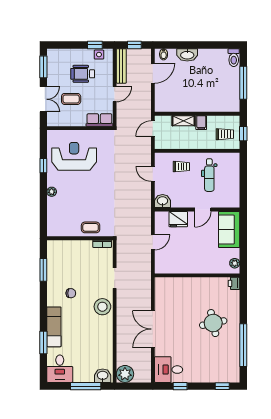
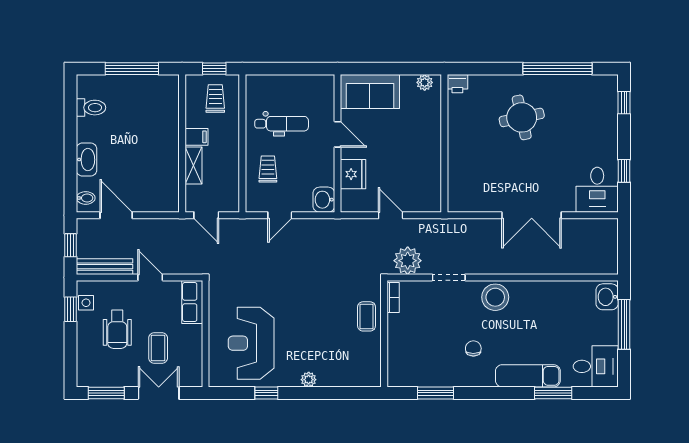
toilet: (234, 58) -> (91, 108), moved
plant: (125, 374) -> (408, 261), moved

